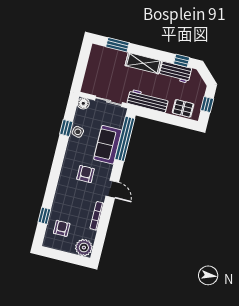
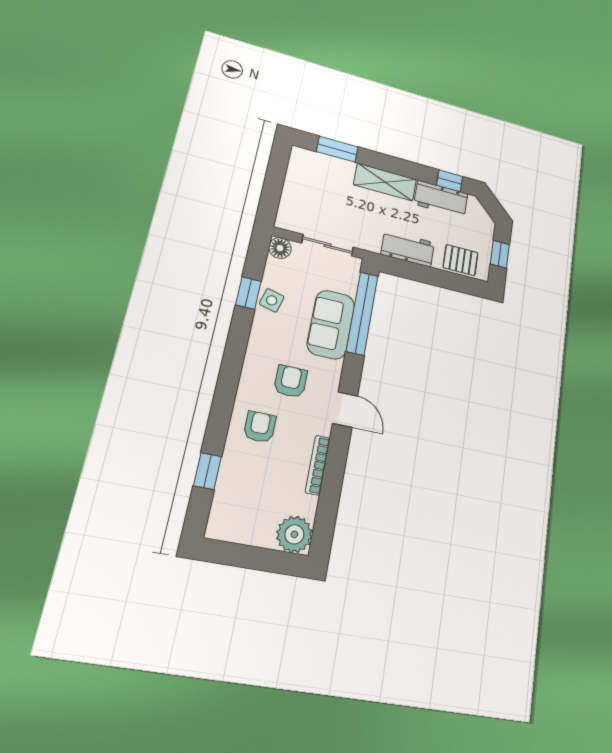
workbench: (148, 101) -> (408, 249), width x0.73
armchair: (62, 228) -> (260, 427), moved

